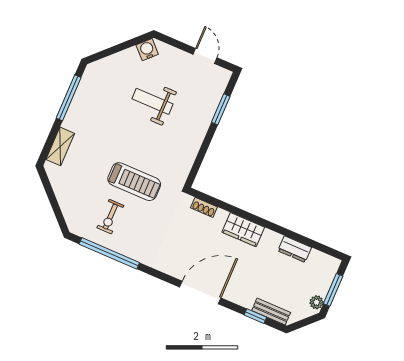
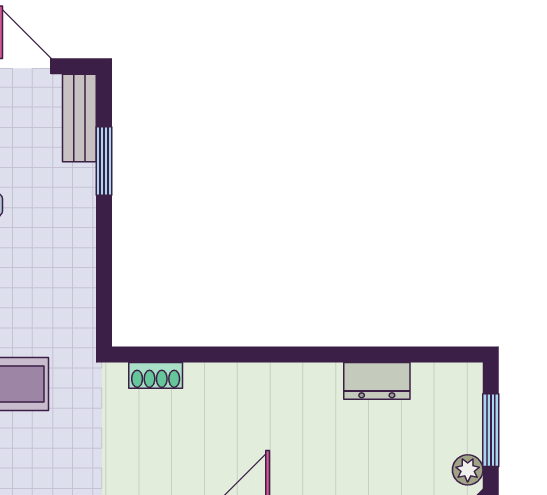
bench: (218, 87) -> (79, 118), added
wardrobe: (243, 230) -> (255, 386), removed

